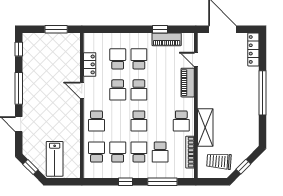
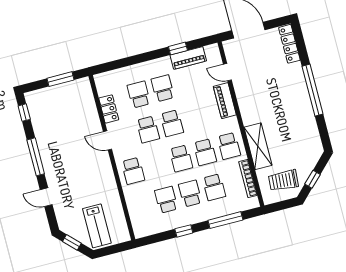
school desk: (97, 152) -> (205, 152), moved, turned 180

